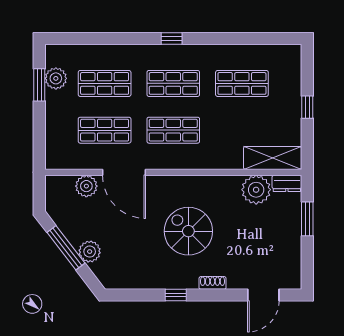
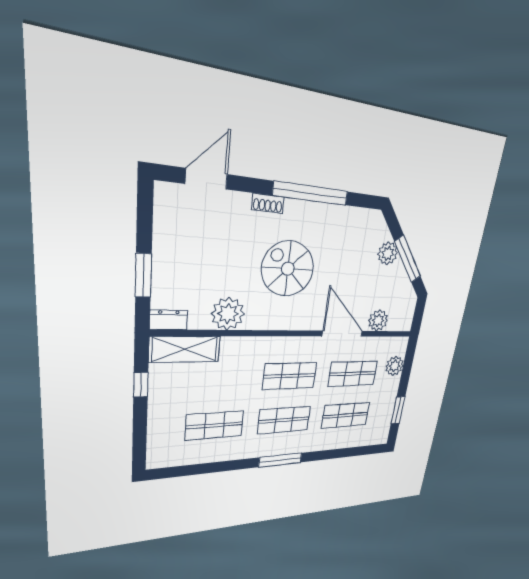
window: (172, 38) -> (280, 460), width x2.17
plant: (56, 78) -> (395, 366), moved
window: (307, 107) -> (141, 385), moved
plant: (256, 190) -> (228, 314), moved
spiral stairs: (188, 231) -> (288, 269), turned 180
window: (176, 295) -> (311, 193), width x3.17

